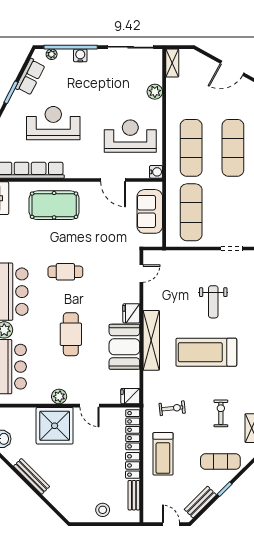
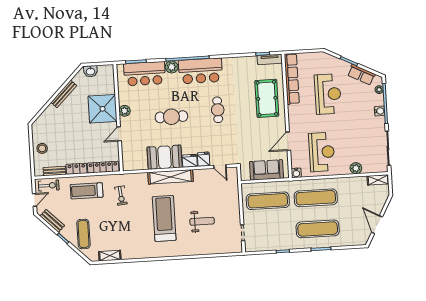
weight bench: (213, 302) -> (202, 221), turned 180
fridge: (130, 396) -> (204, 159), moved
exercise bike: (221, 413) -> (49, 186), moved

